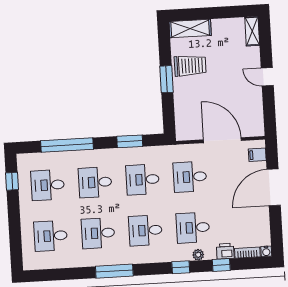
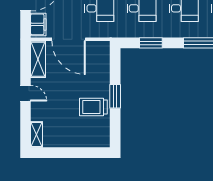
shelving: (190, 29) -> (38, 59), moved, turned 90
filing cabinet: (257, 155) -> (38, 24), width x2.00

